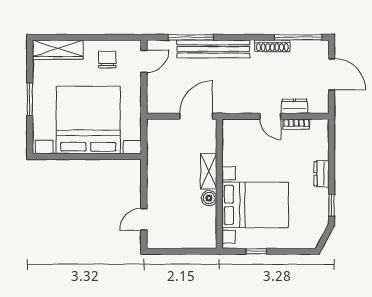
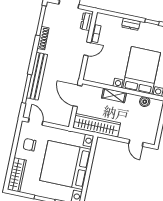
dresser: (294, 106) -> (87, 22), moved
wardrobe: (158, 154) -> (96, 125), added
boiler: (209, 198) -> (145, 102), moved

